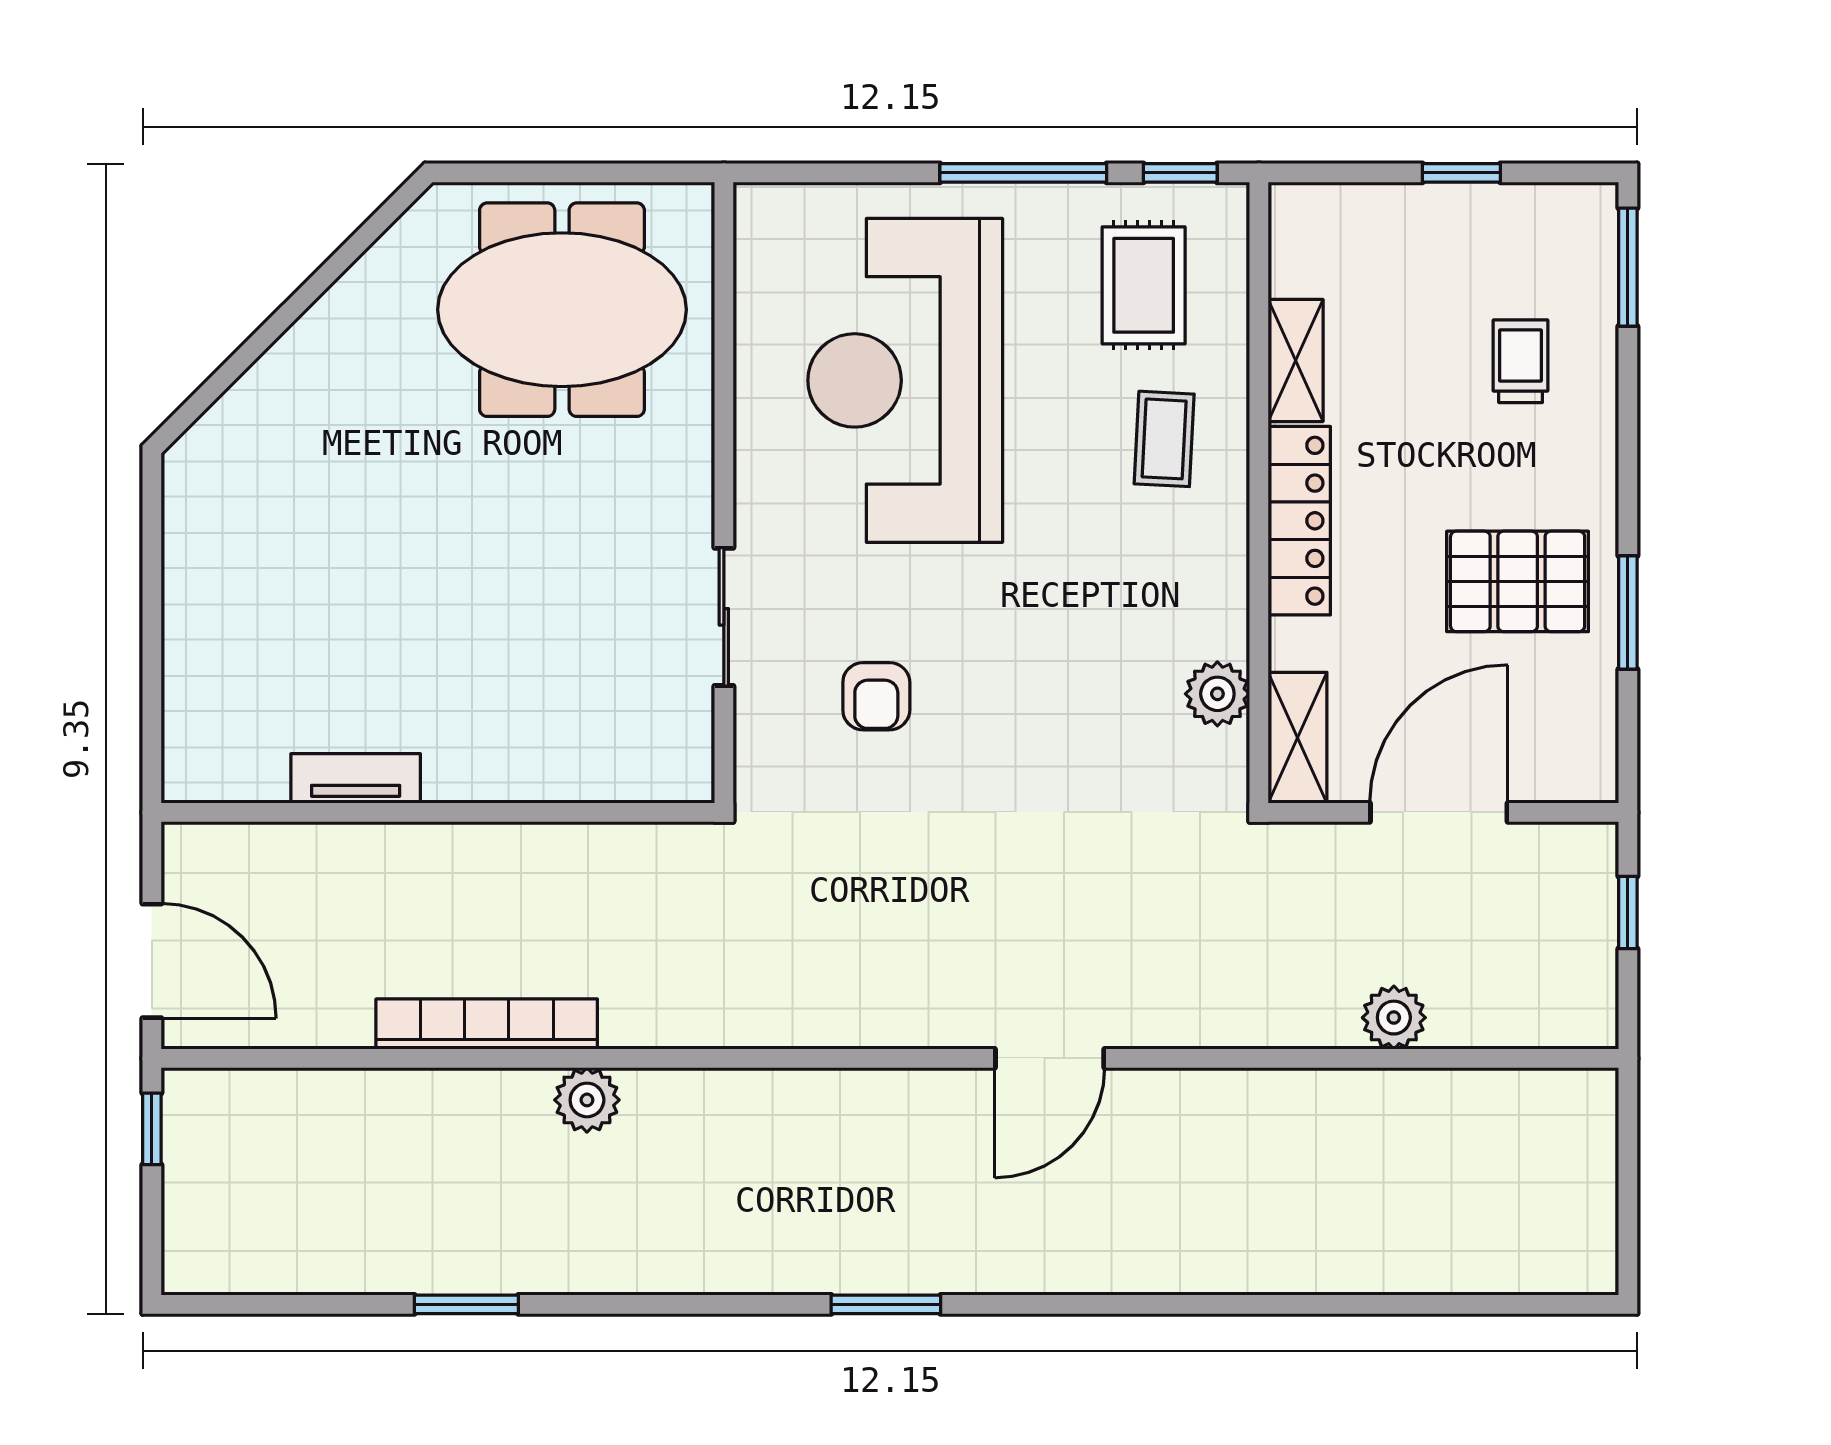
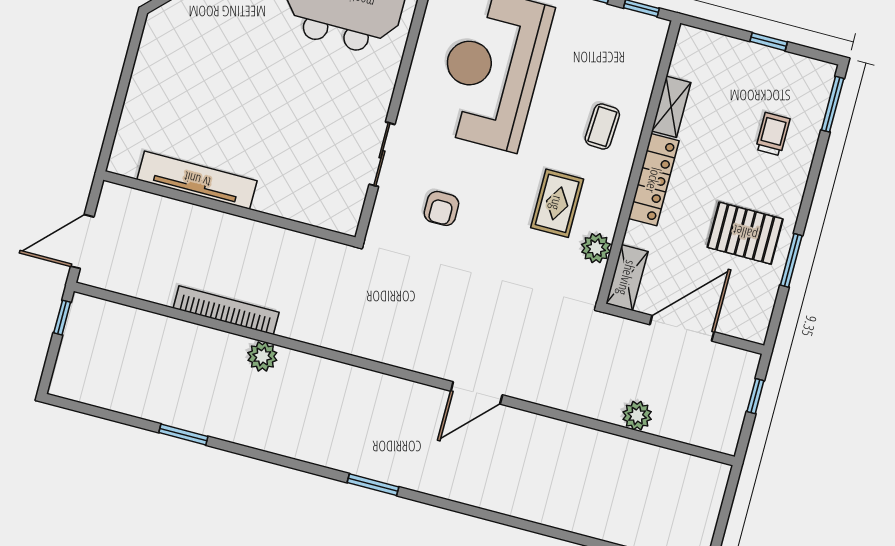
rug: (1144, 285) -> (557, 203), moved
tv unit: (356, 778) -> (197, 180), width x1.92, depth x1.29
door: (152, 961) -> (82, 242), swing flipped

